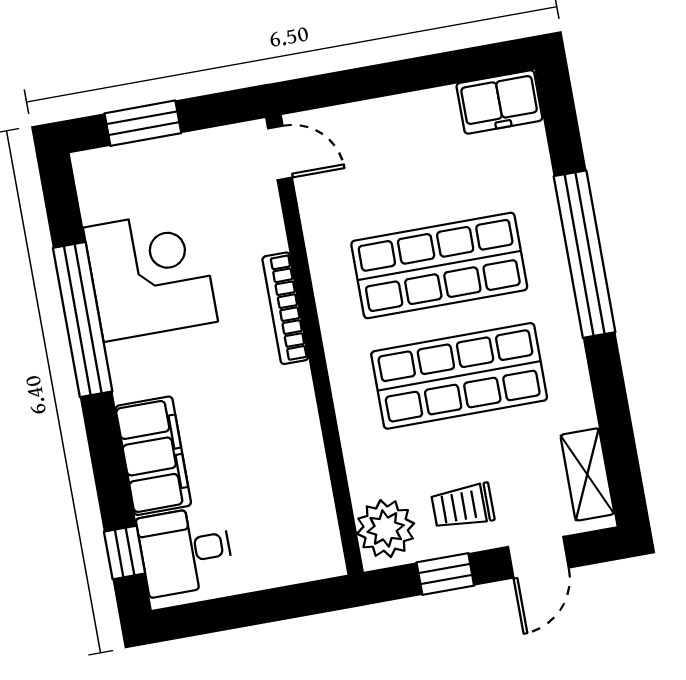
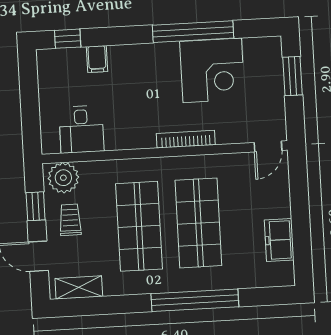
freezer: (499, 102) -> (279, 240), moved
filing cabinet: (153, 456) -> (97, 59), width x0.33, depth x0.86
desk: (185, 551) -> (81, 129), moved, turned 180

